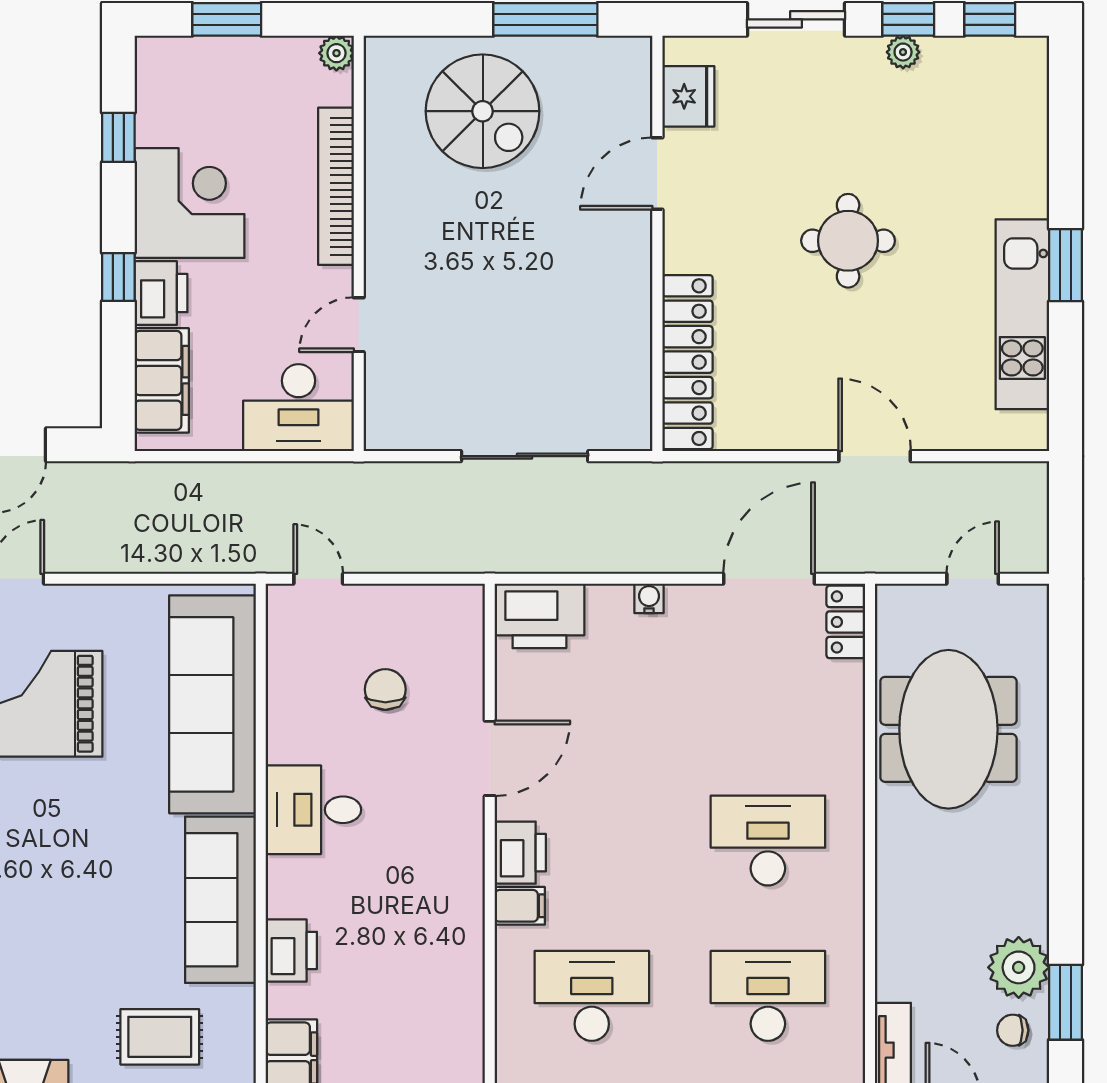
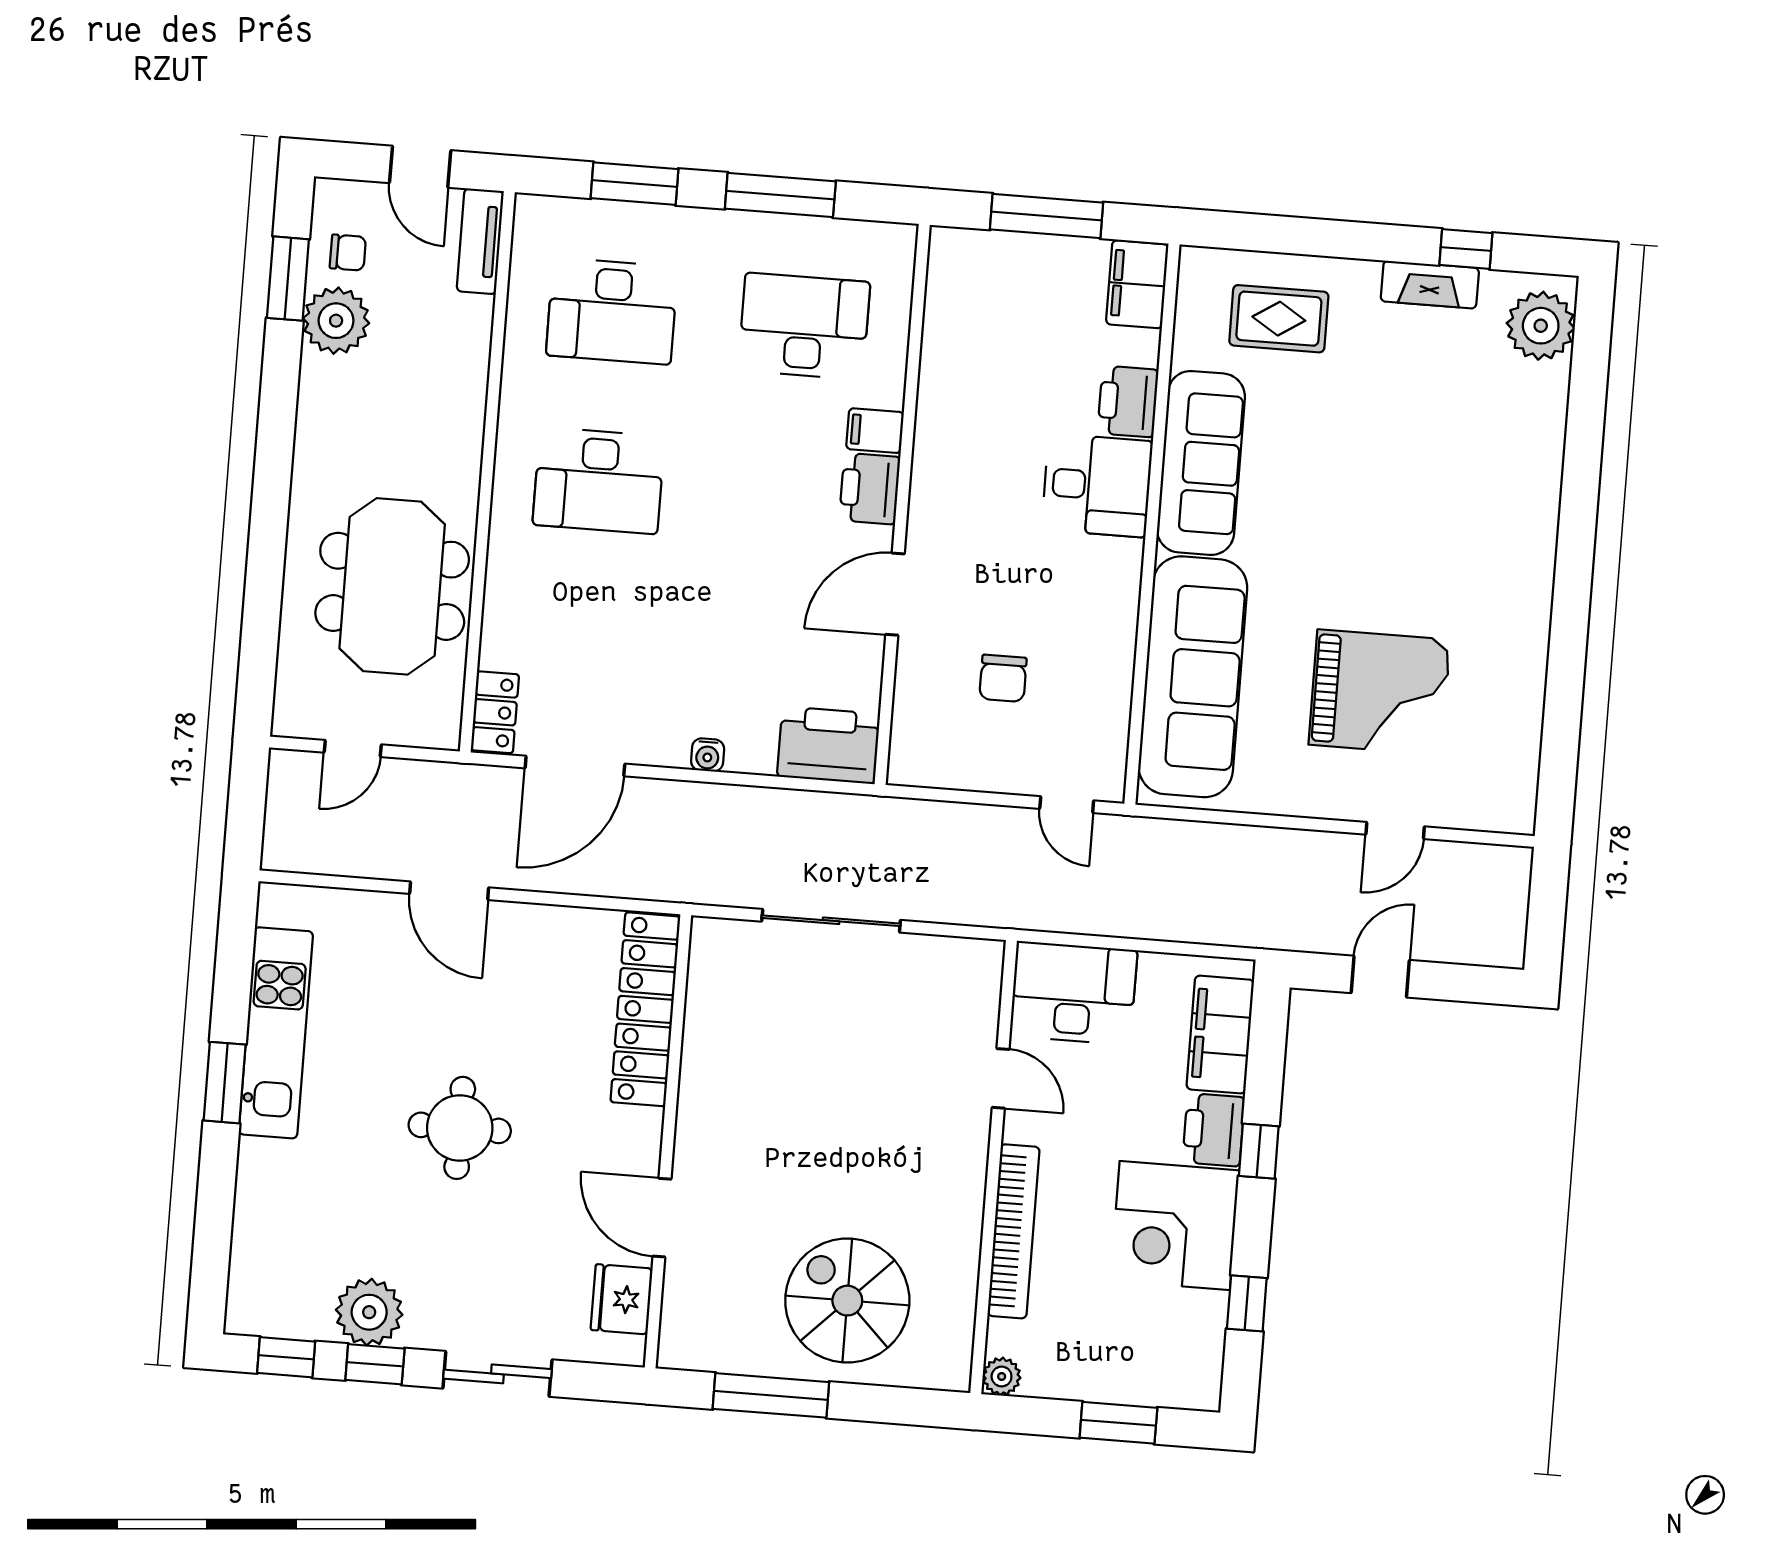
plant: (903, 52) -> (369, 1312), width x1.87, depth x1.87
door: (657, 174) -> (662, 1218), swing flipped
door: (359, 325) -> (1001, 1078), hinge flipped
desk: (313, 810) -> (1097, 485), moved
desk: (592, 996) -> (804, 326), turned 180

